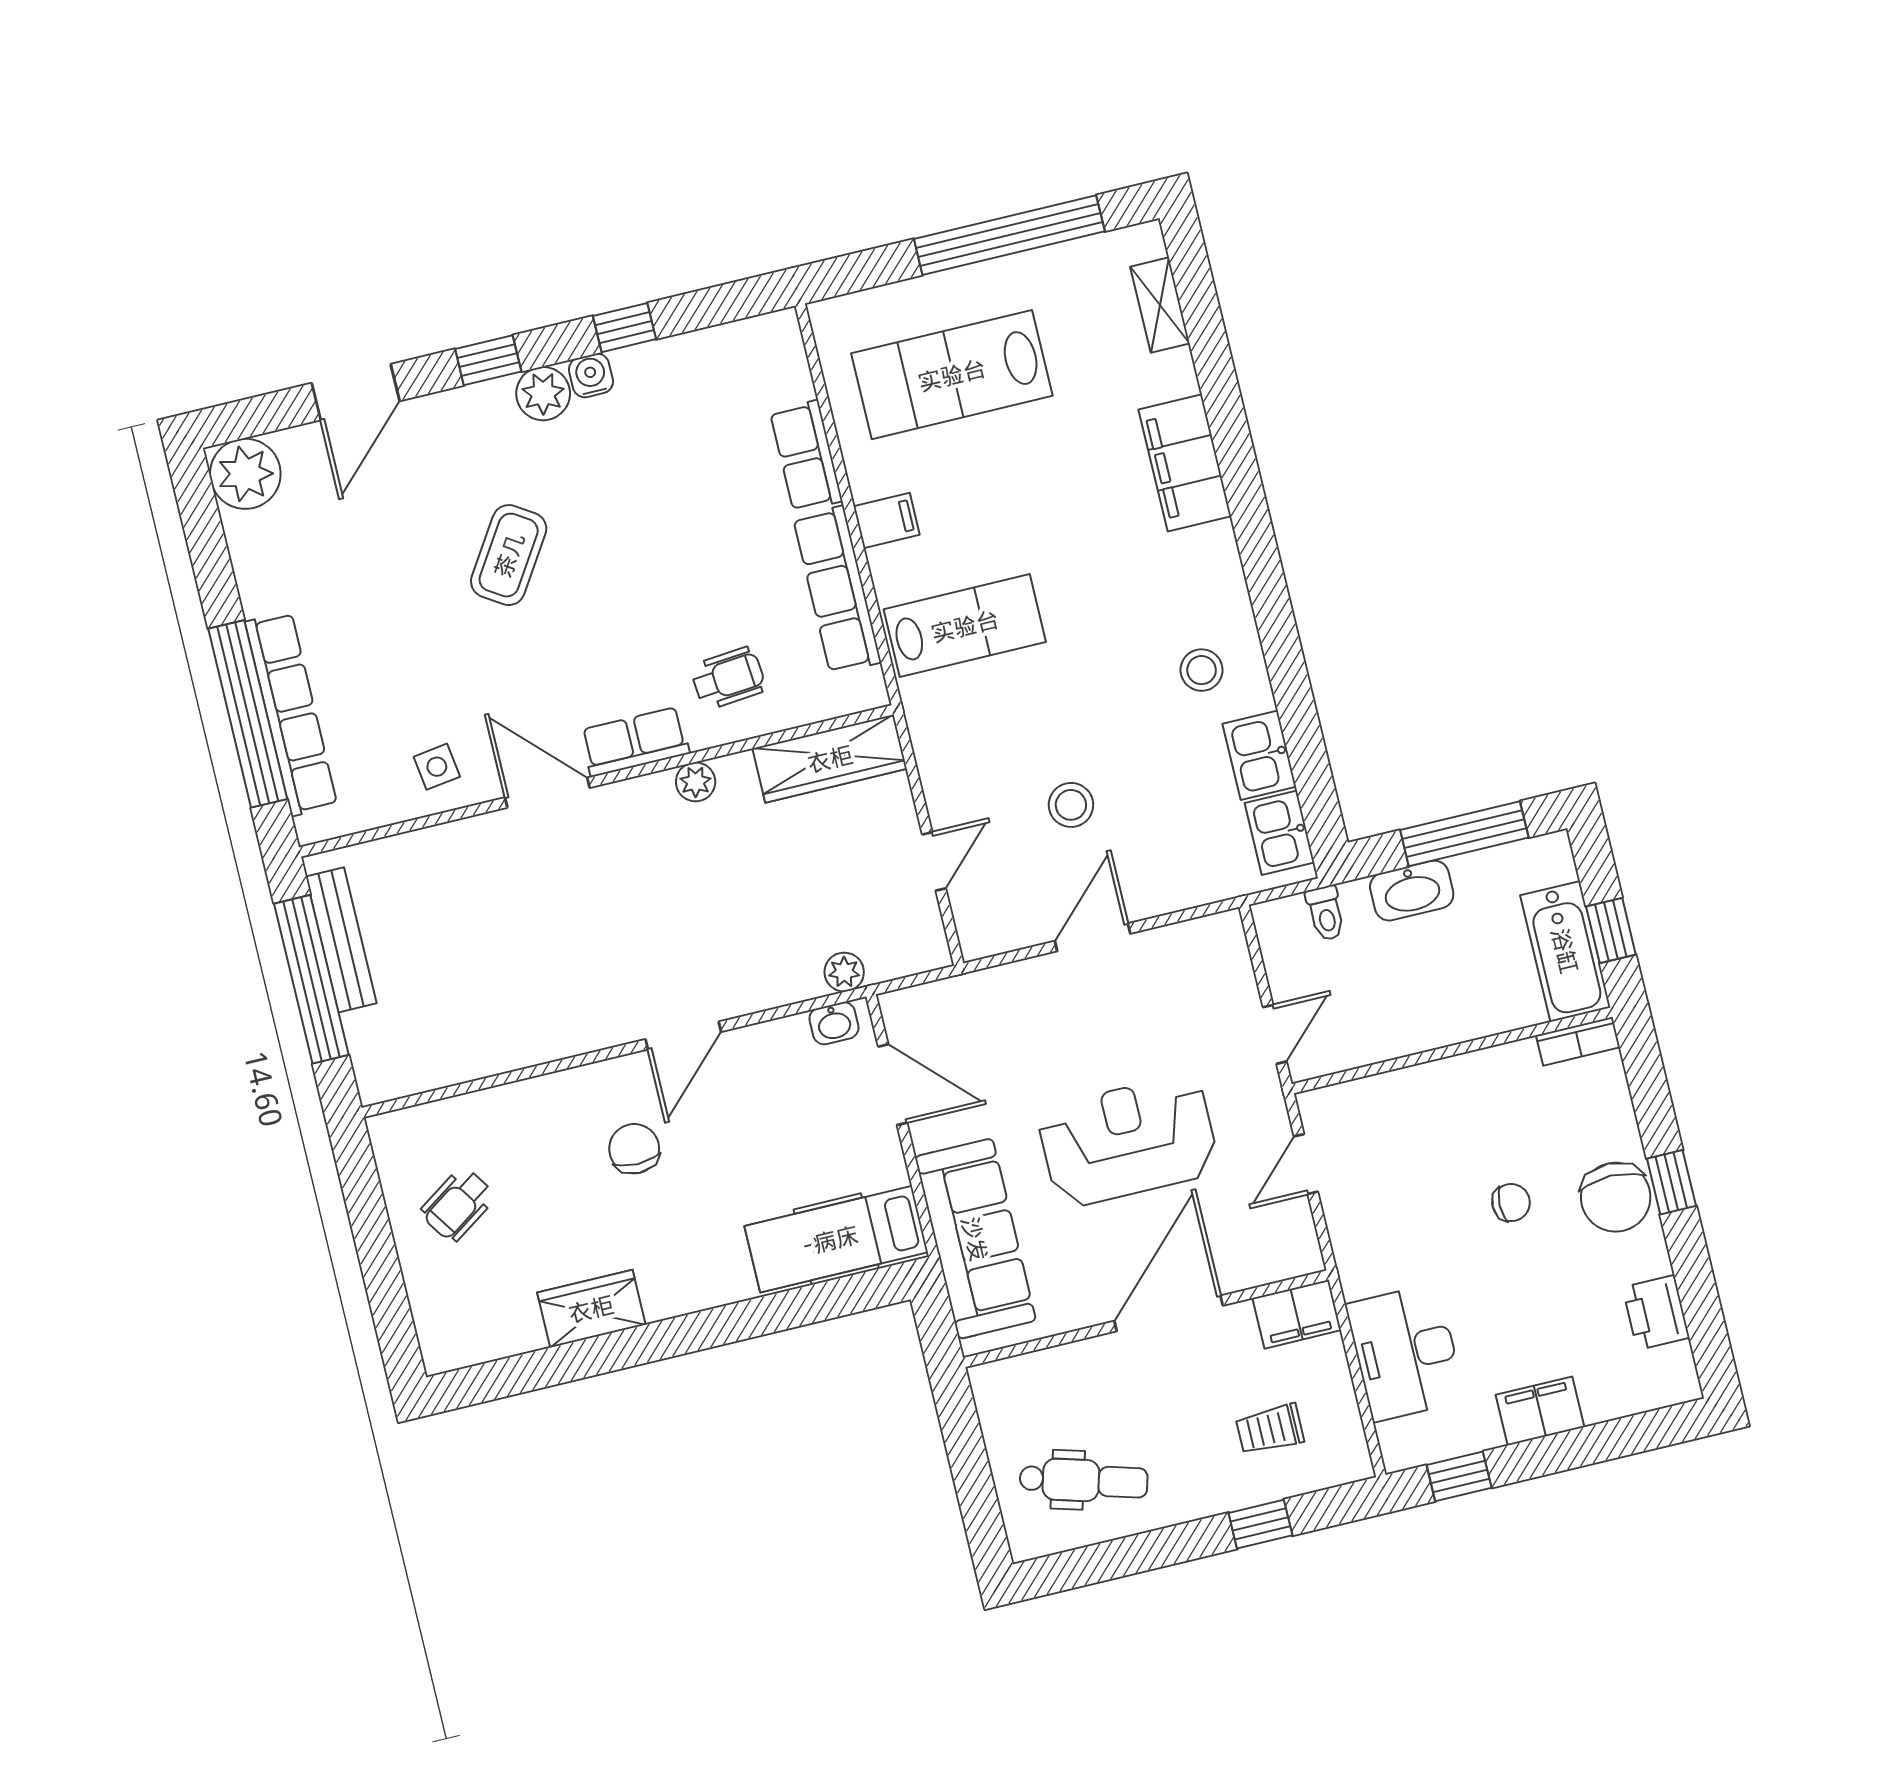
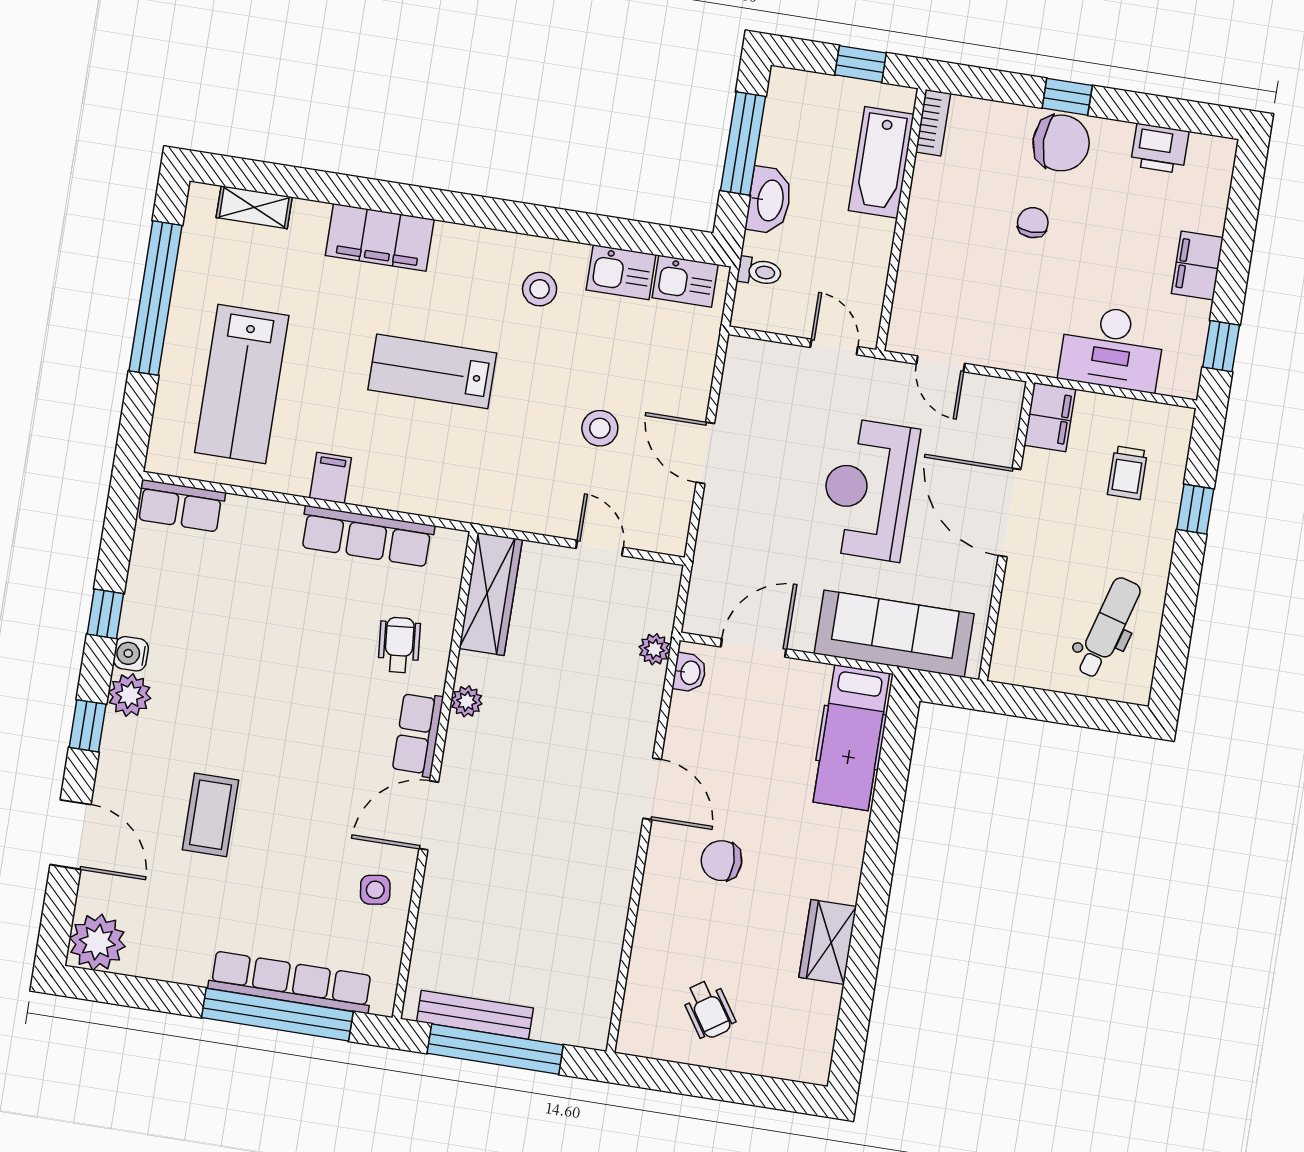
row of seats: (806, 456) -> (181, 506), moved
coffee table: (509, 555) -> (211, 815), moved, turned 57
lab bench: (965, 626) -> (432, 371), moved, turned -90
bathtub: (1565, 951) -> (881, 162), moved, turned 90

